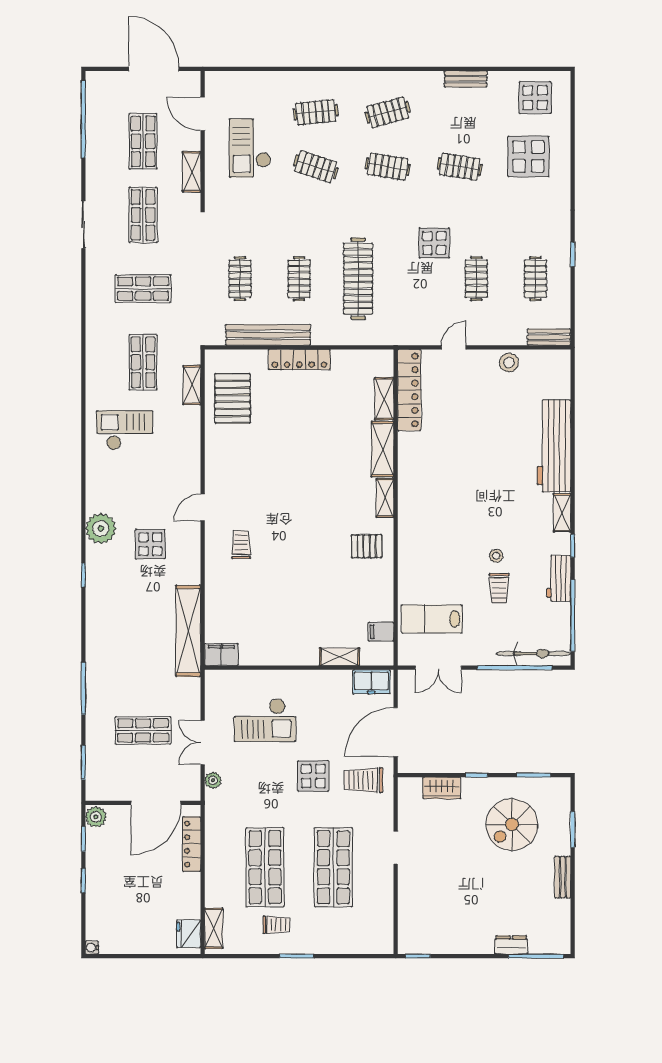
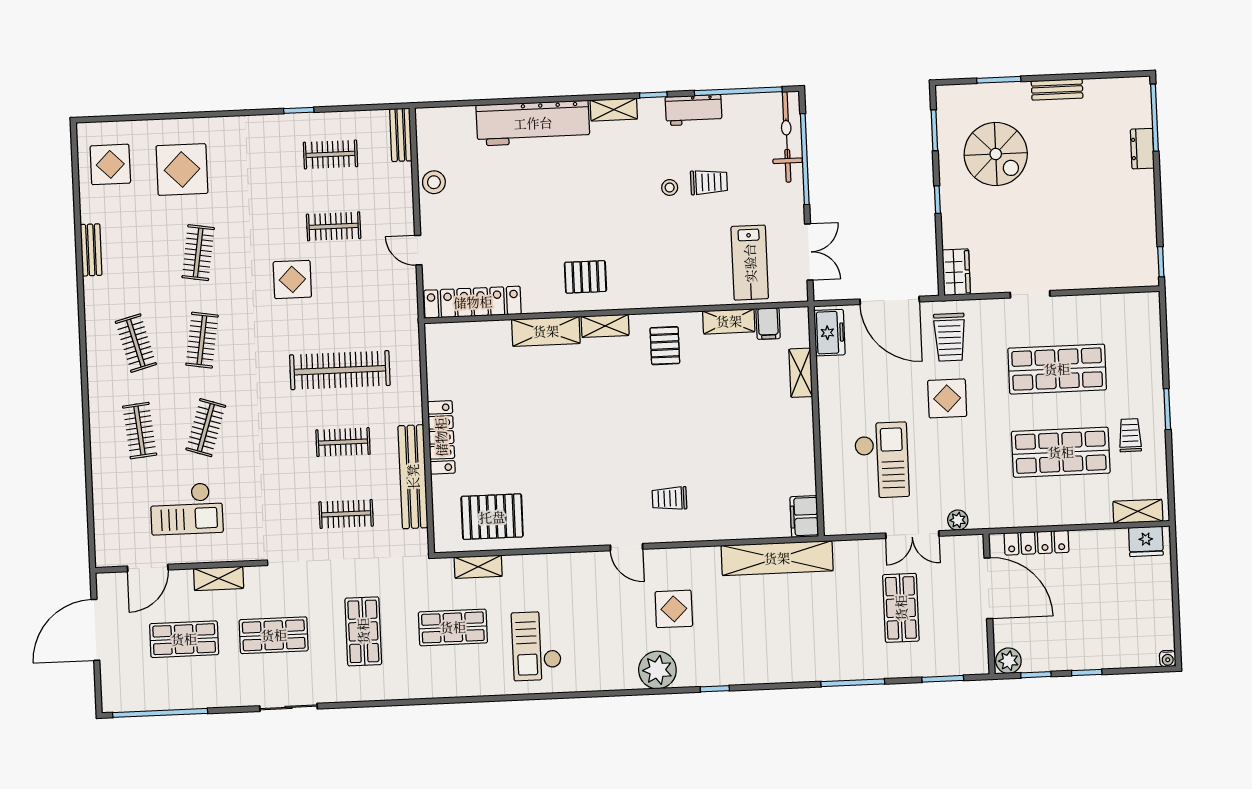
shelving: (384, 399) -> (729, 321), moved
pallet: (426, 484) -> (585, 277), added
wardrobe: (442, 788) -> (956, 272), moved

